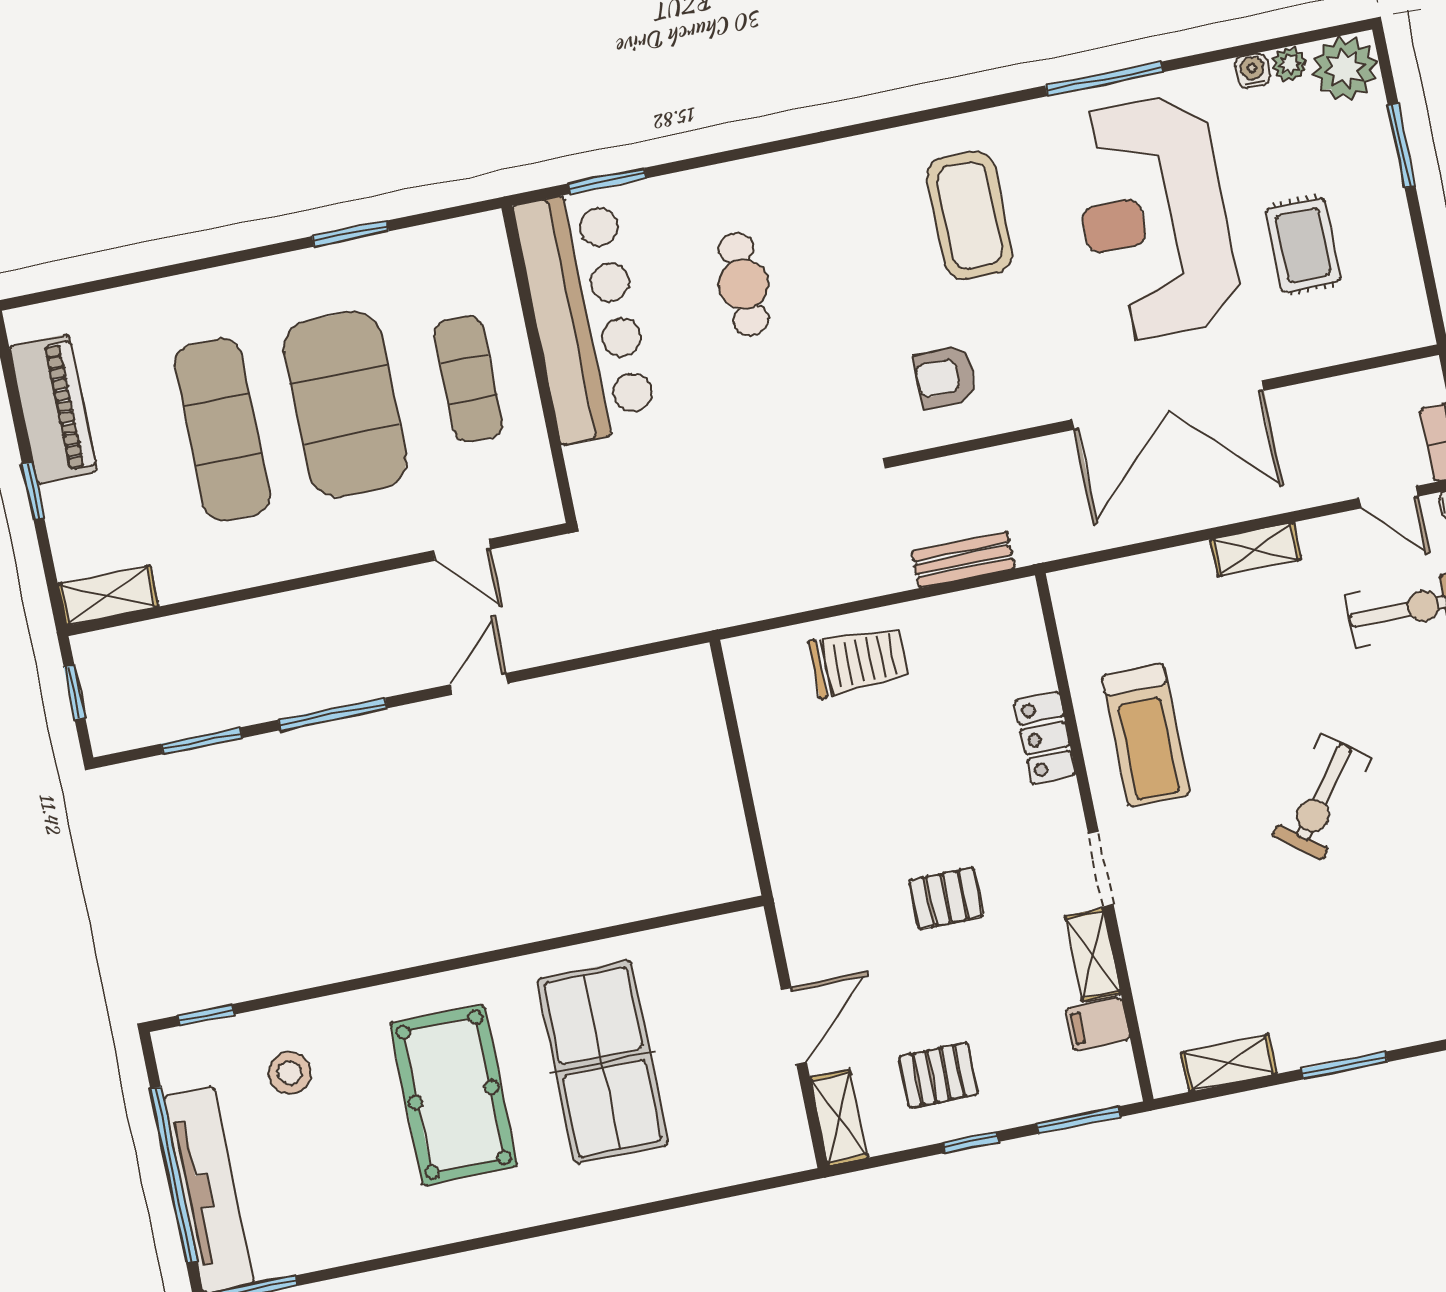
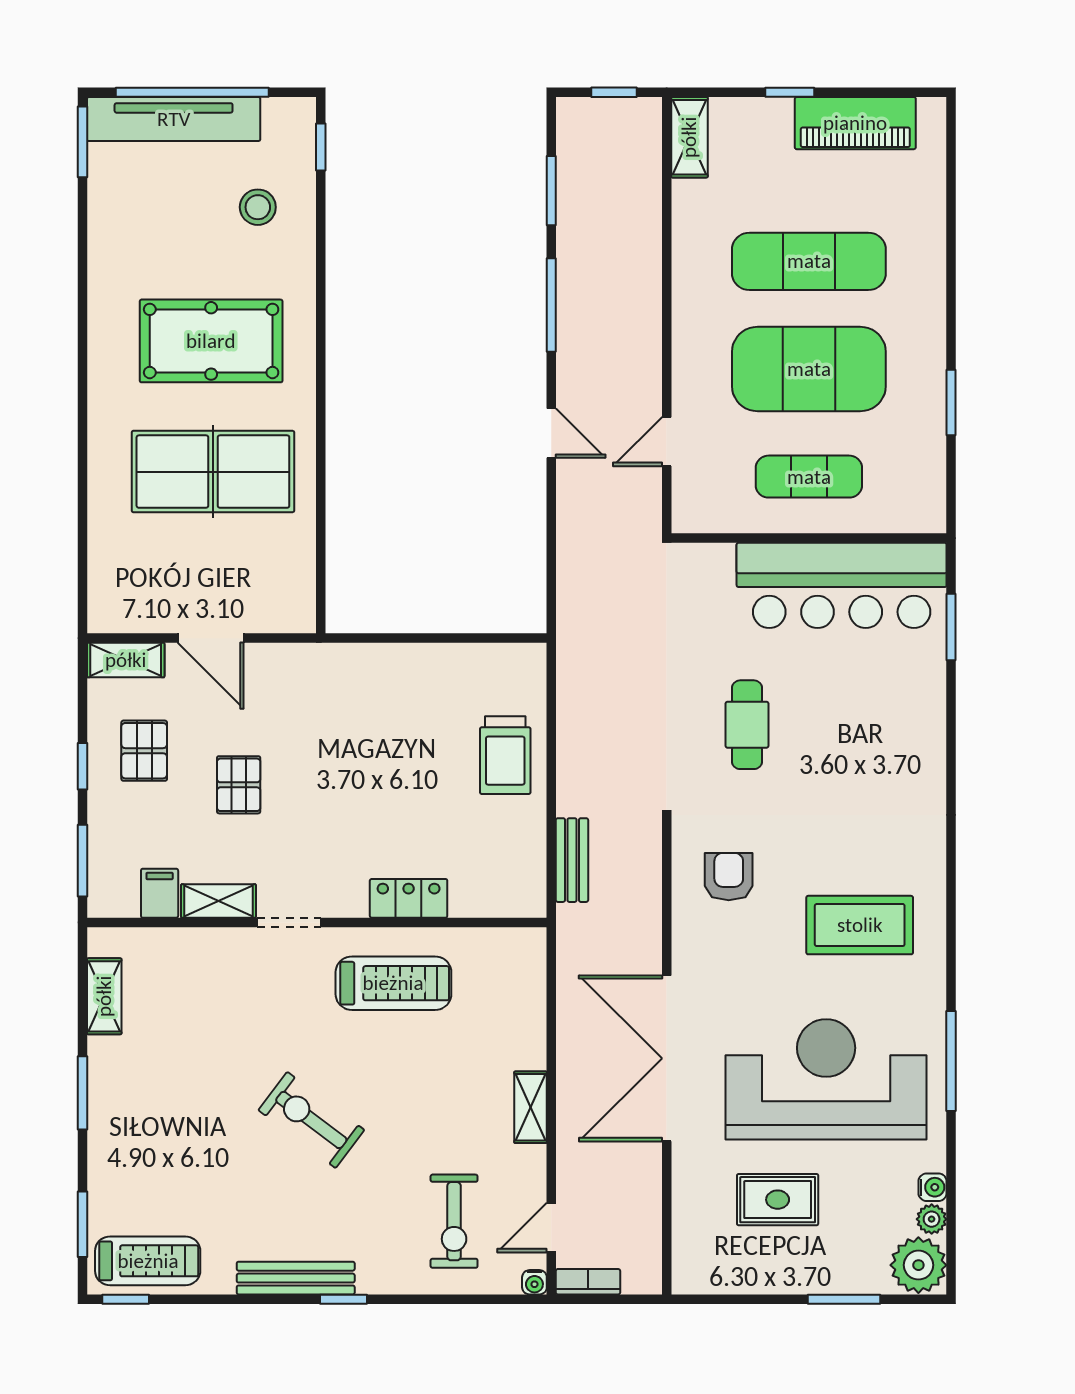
cafe table: (744, 284) -> (747, 725), moved, turned 90
treadmill: (1146, 735) -> (393, 983), turned 180
pallet: (946, 898) -> (239, 785), moved

